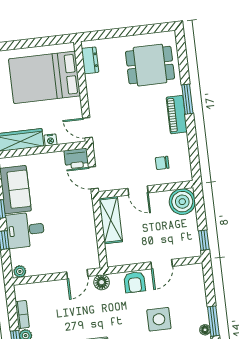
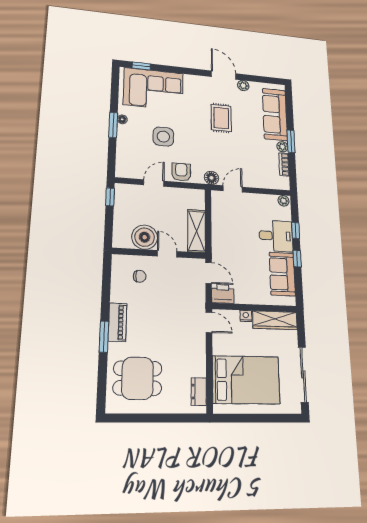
boiler: (182, 202) -> (145, 237), moved

